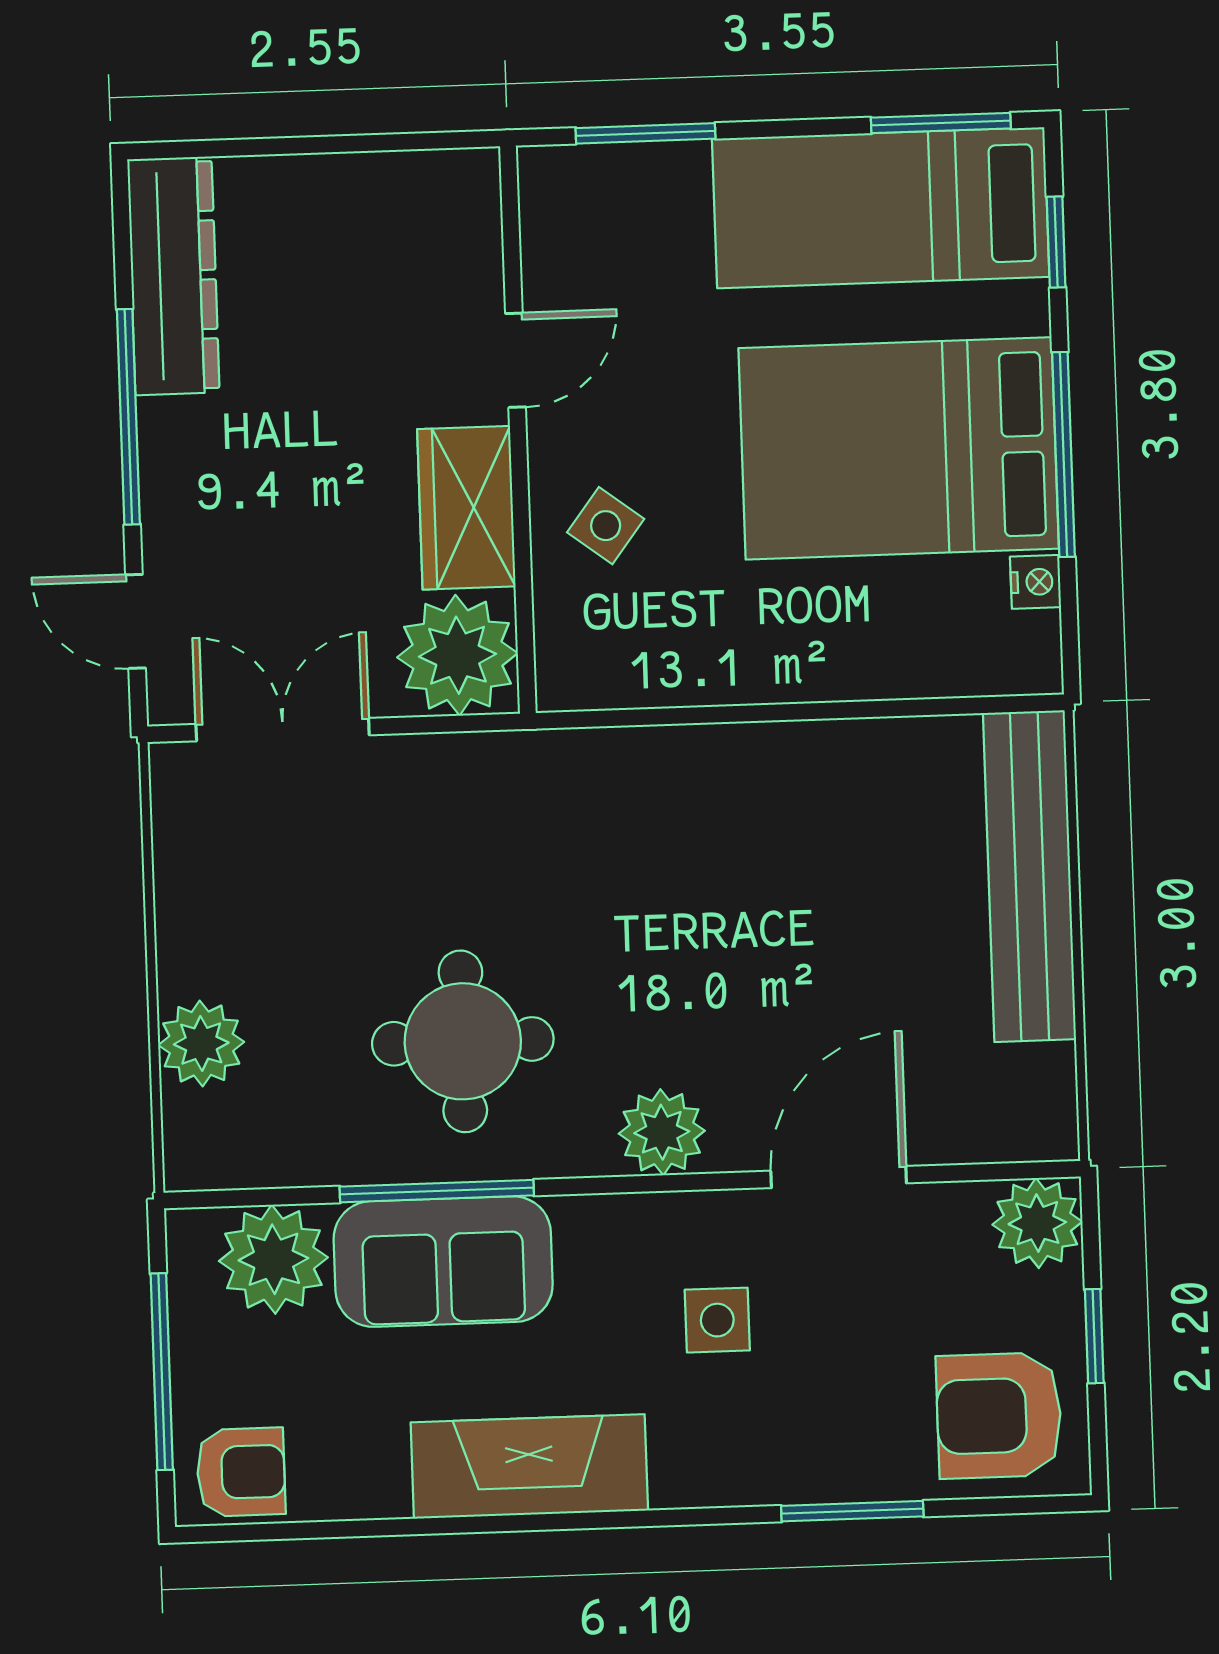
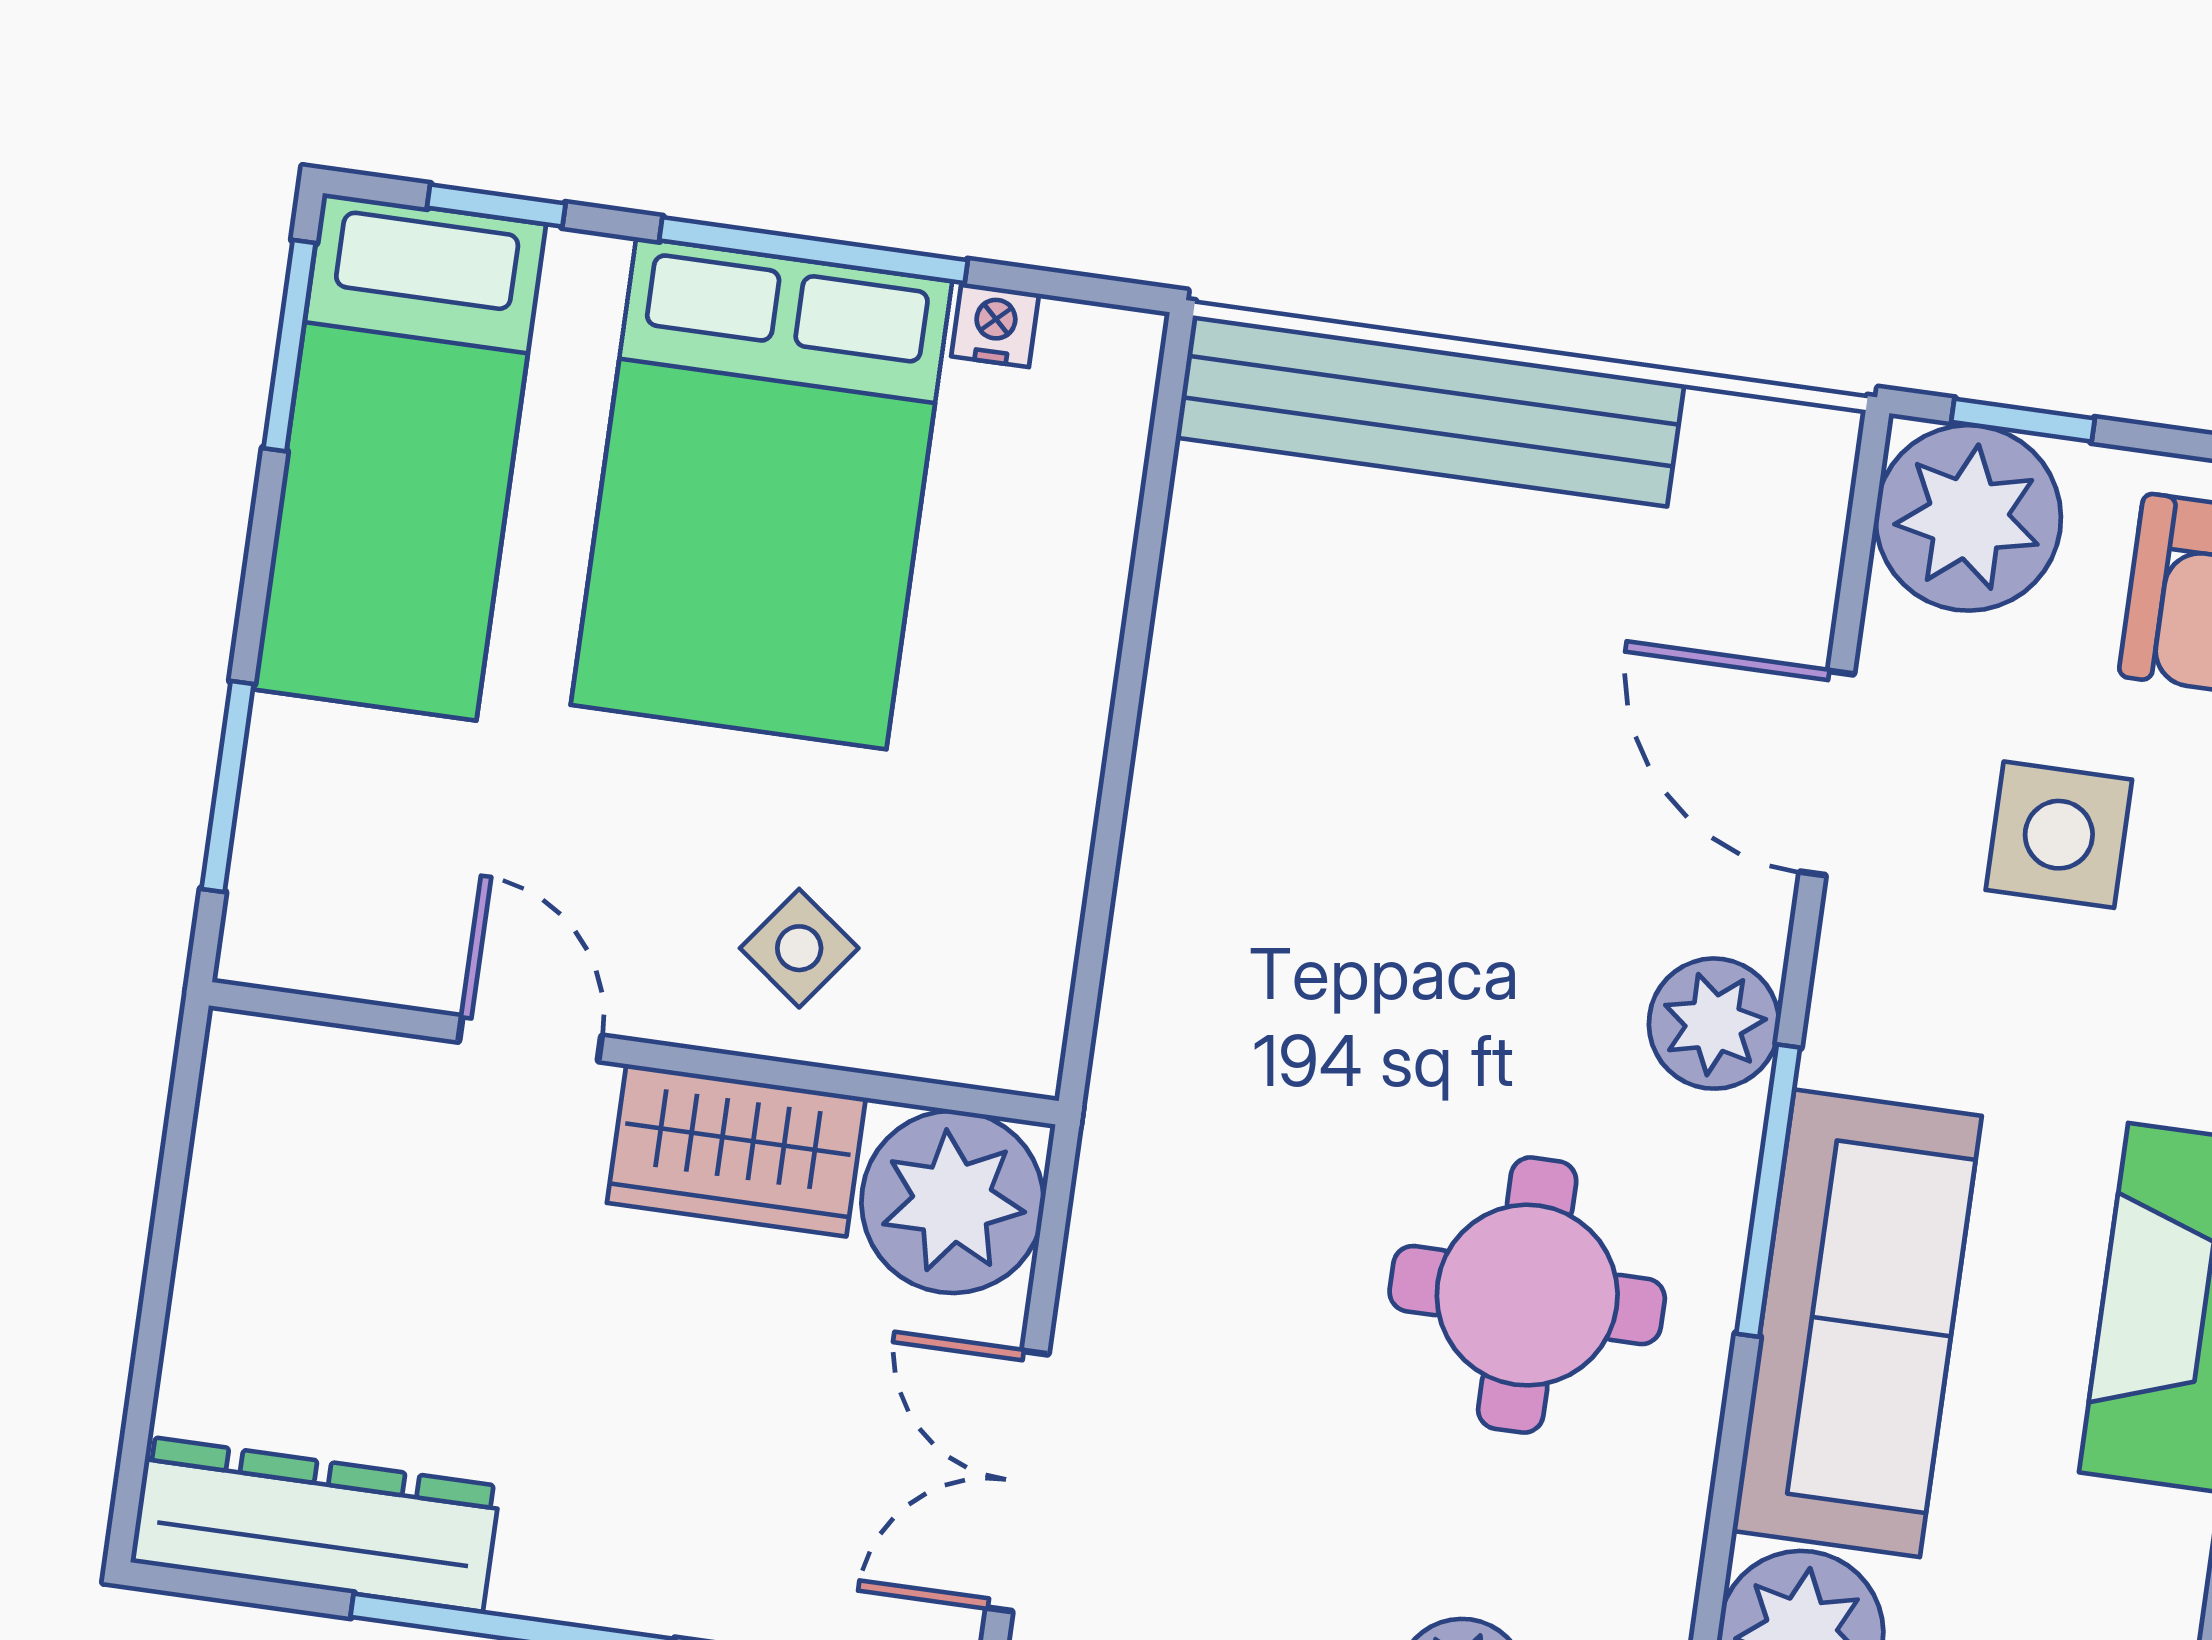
window: (437, 1191) -> (1768, 1191), moved
plant: (1037, 1223) -> (1968, 518), width x1.36, depth x1.36
sofa: (443, 1262) -> (1857, 1323), width x1.36
side table: (717, 1320) -> (2059, 835), moved, width x1.37, depth x1.37
window: (1094, 1336) -> (2023, 420), moved

